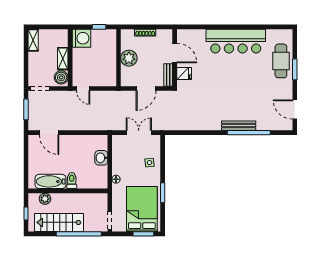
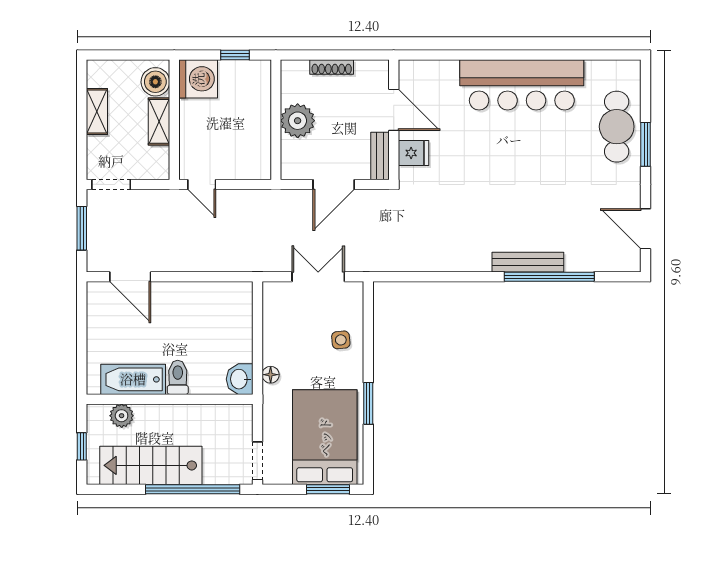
shelving: (33, 40) -> (97, 111), moved
boiler: (61, 77) -> (155, 82), moved
washbasin: (101, 158) -> (240, 379), moved

